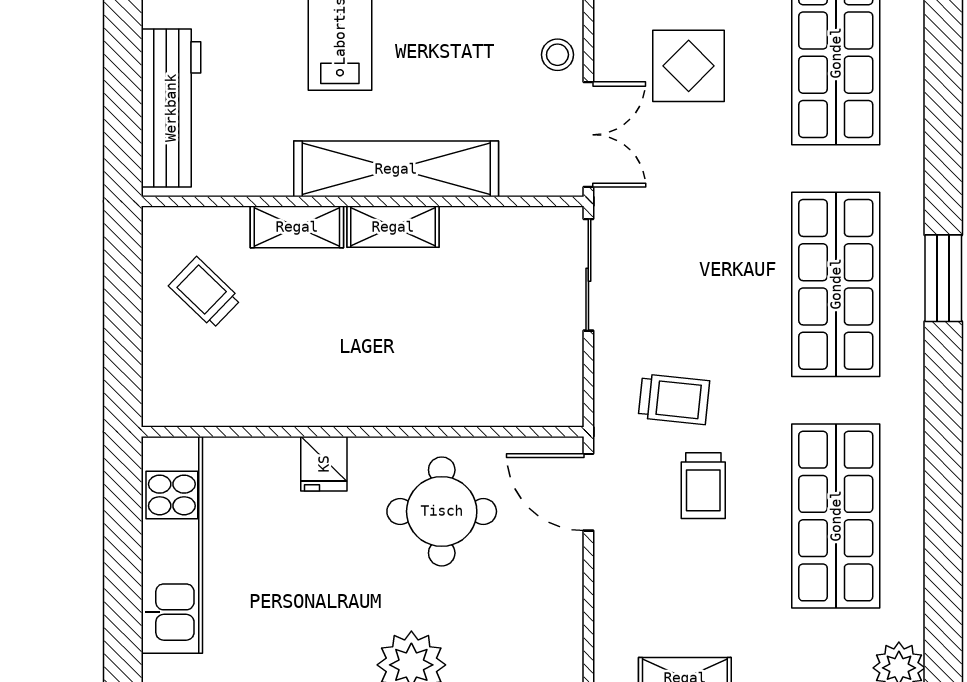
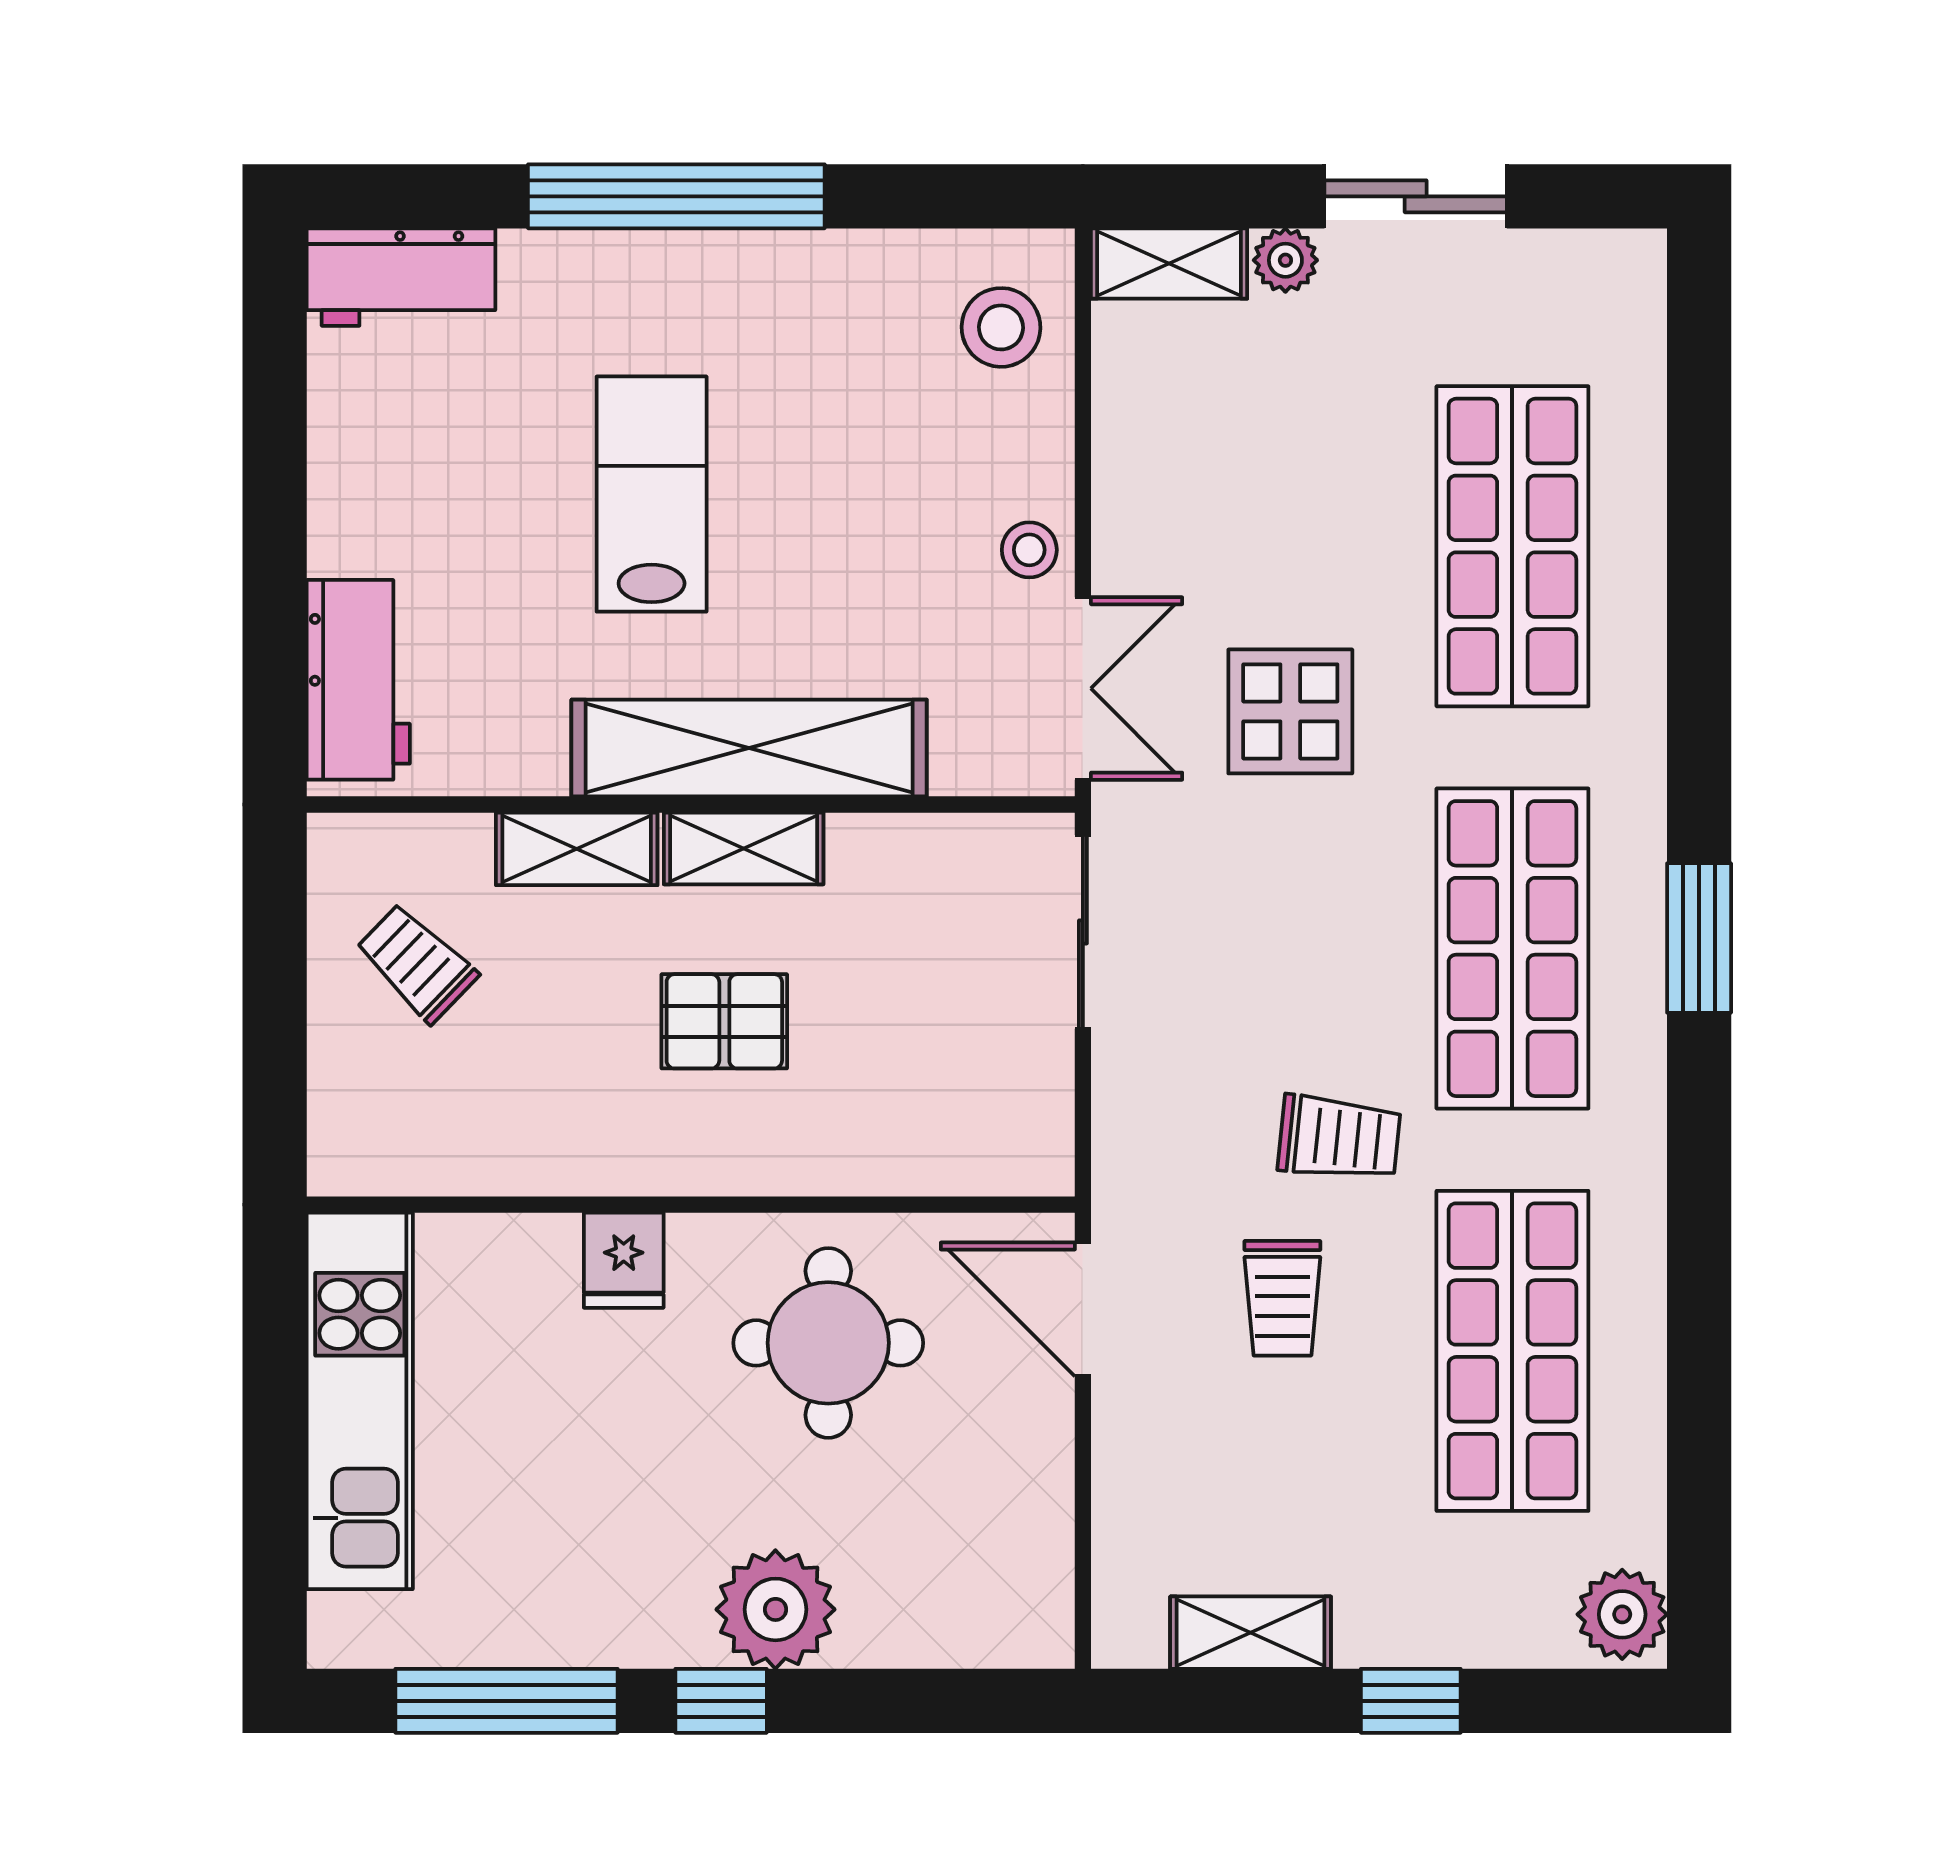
display table: (689, 66) -> (1290, 711), moved
workbench: (171, 108) -> (358, 680), width x0.73
pallet: (382, 326) -> (724, 1021), added
trolley: (674, 399) -> (1339, 1138), moved

